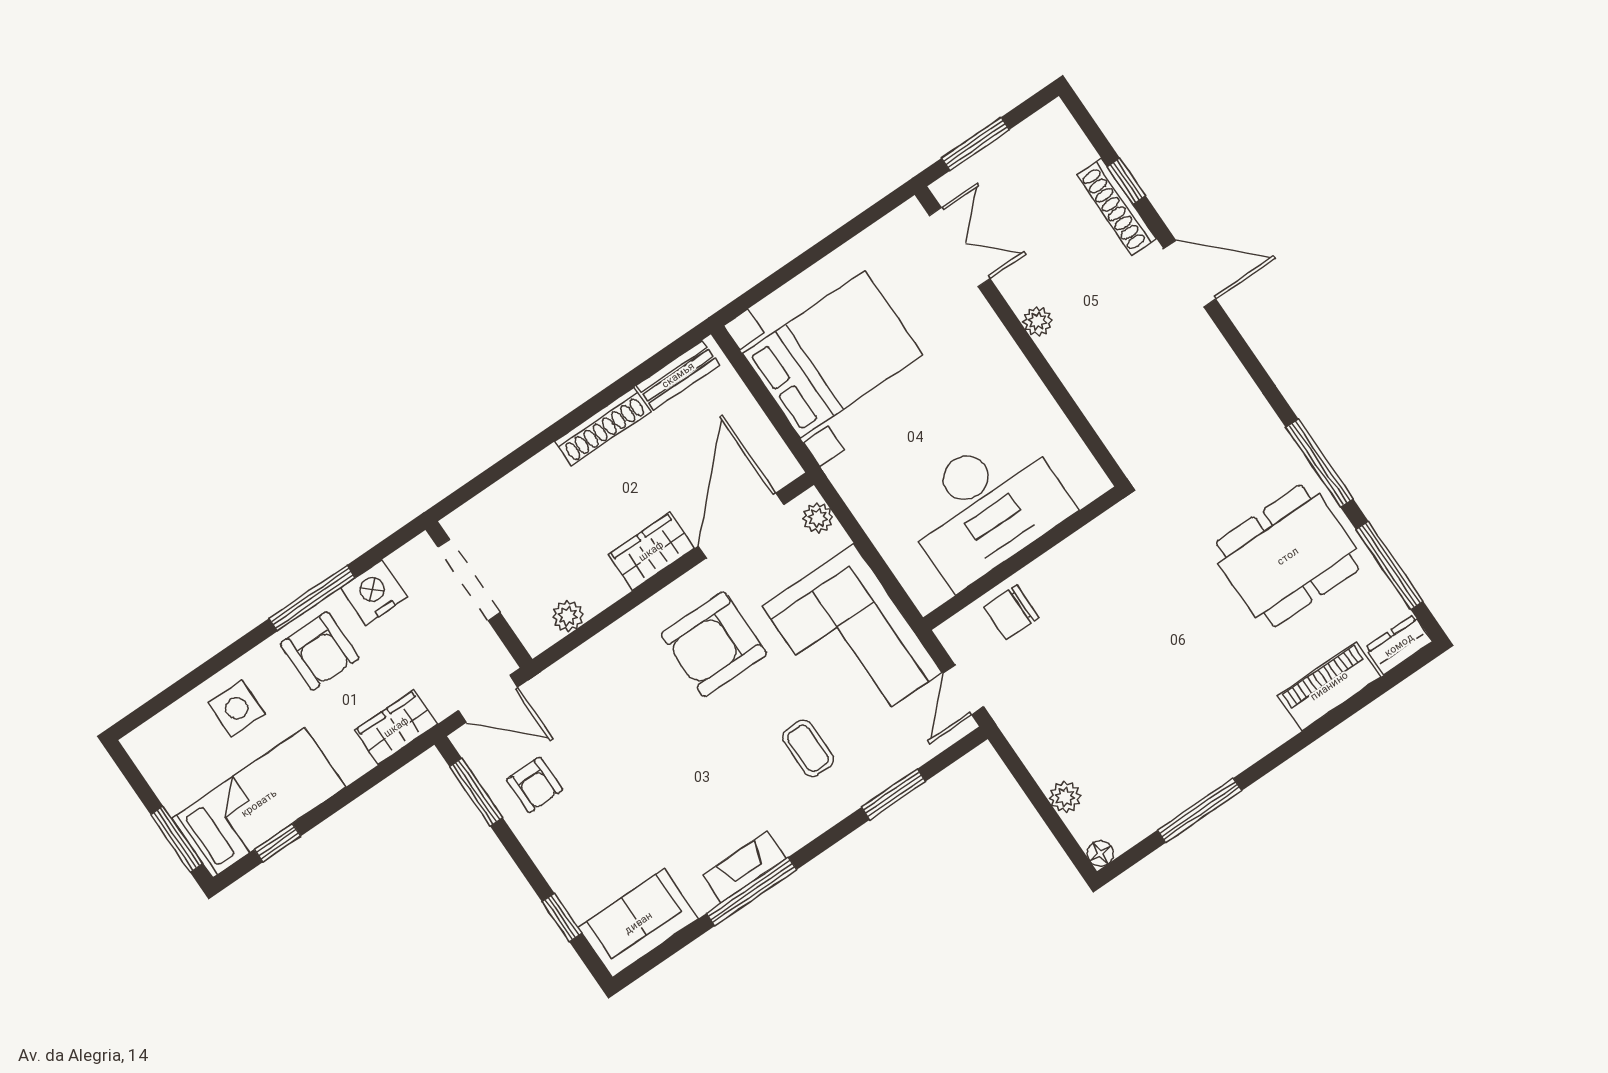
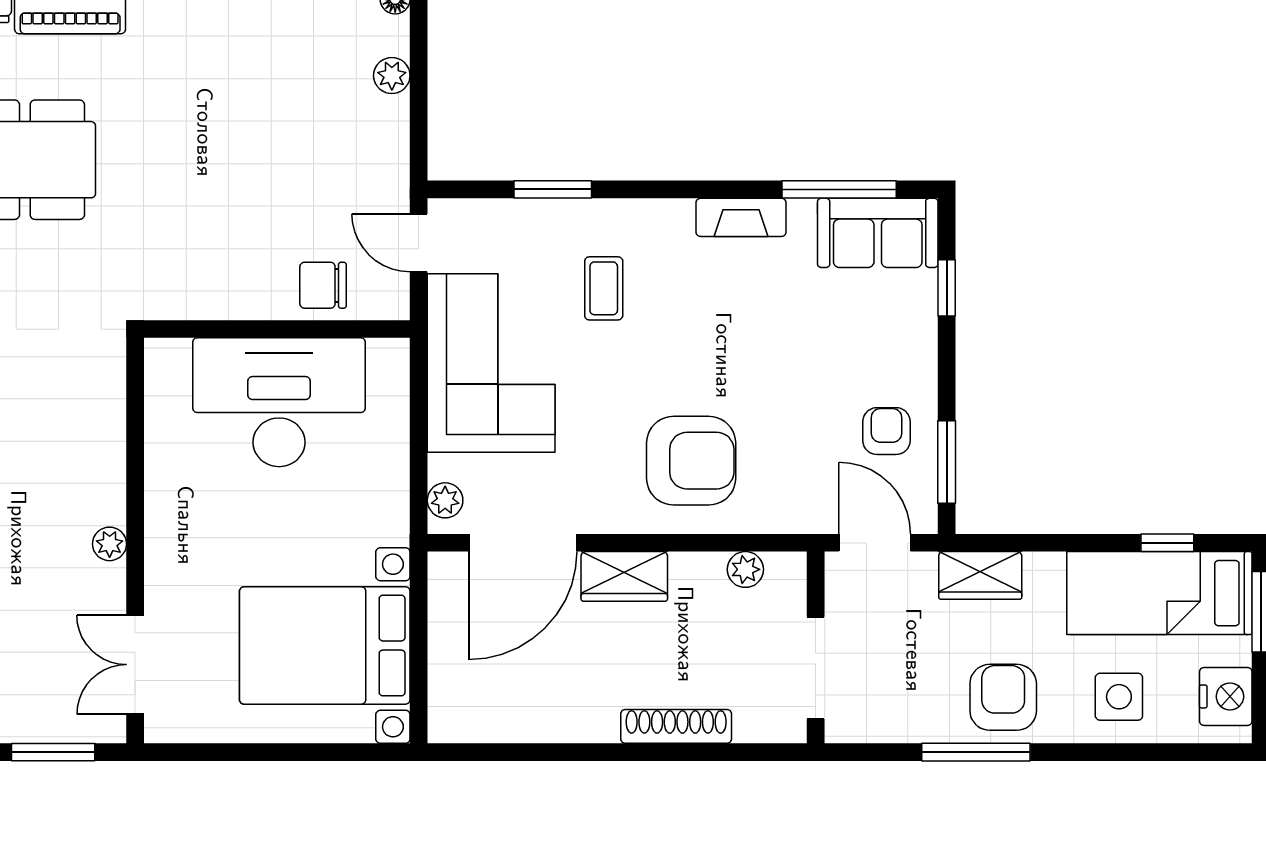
bench: (678, 375) -> (485, 726), removed
shoe rack: (603, 426) -> (676, 726), moved
nightstand: (374, 592) -> (1226, 696), moved, turned -90
chair: (1011, 612) -> (323, 285), turned 180
armchair: (714, 644) -> (691, 461), moved
door: (963, 690) -> (419, 243), swing flipped
window: (752, 891) -> (839, 189), moved

